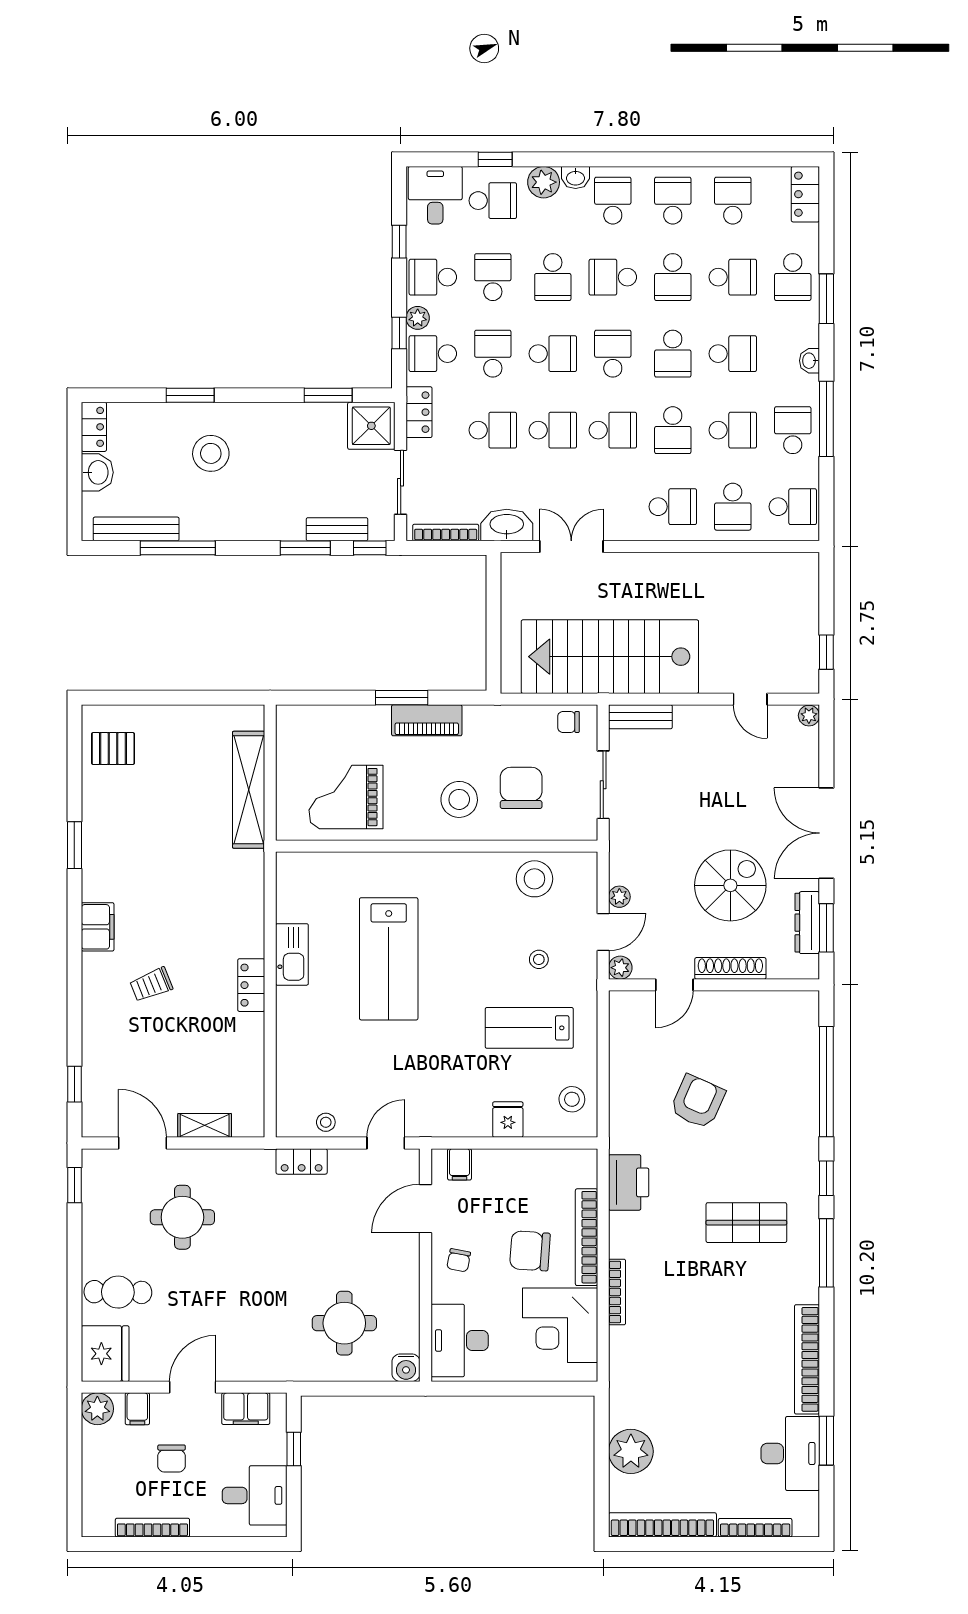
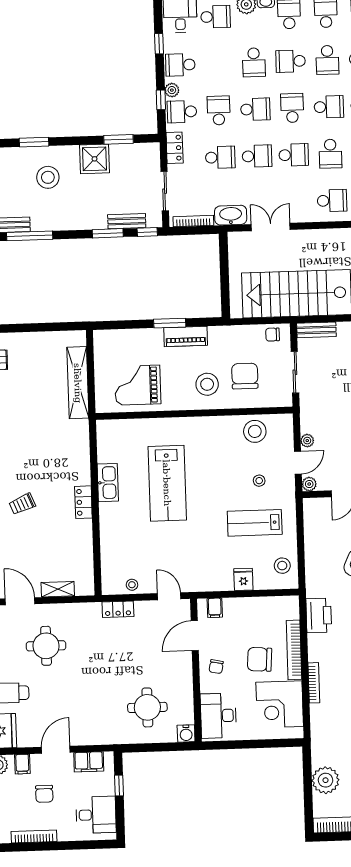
school desk: (493, 277) -> (217, 64), removed
school desk: (673, 354) -> (329, 107), turned -90
shower: (371, 426) -> (95, 159), moved
door: (386, 1143) -> (169, 596), hinge flipped

